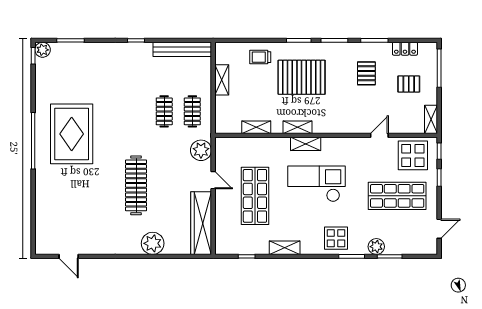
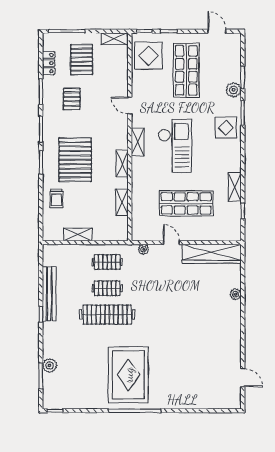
bench: (182, 49) -> (49, 294), moved
plant: (43, 50) -> (50, 365), moved
pallet: (366, 73) -> (72, 99), turned 90
pallet: (409, 84) -> (82, 60), width x1.50, depth x1.42
rug: (72, 134) -> (128, 375), turned 90
door: (379, 135) -> (130, 105), moved
shelving: (306, 144) -> (138, 142), moved
plant: (201, 150) -> (144, 249), width x0.53, depth x0.53
door: (213, 180) -> (171, 243), hinge flipped
checkout: (316, 184) -> (175, 146), turned 180
clothes rail: (136, 185) -> (107, 315), moved
plant: (153, 243) -> (236, 294), width x0.53, depth x0.53
shelving: (285, 248) -> (235, 187), moved
door: (69, 256) -> (243, 378), hinge flipped

